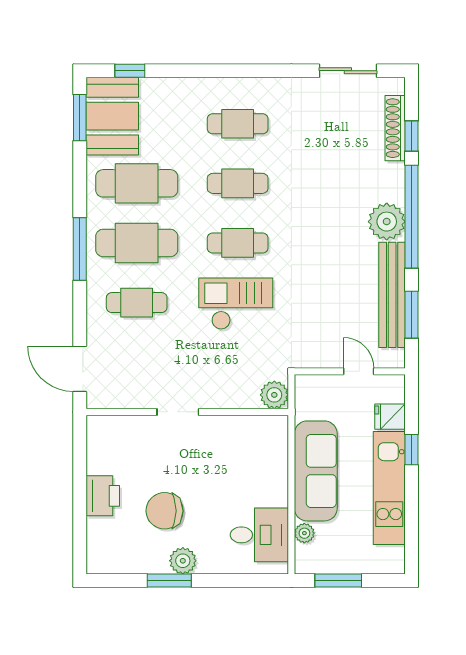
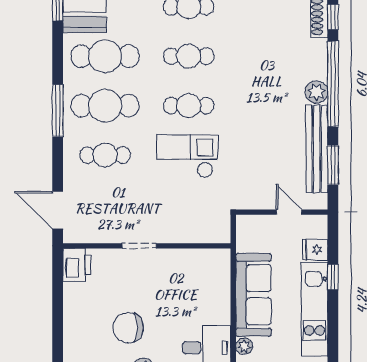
plant: (387, 222) -> (316, 92), width x0.73, depth x0.73
plant: (274, 395) -> (219, 232), removed
printer: (103, 496) -> (77, 265), moved

